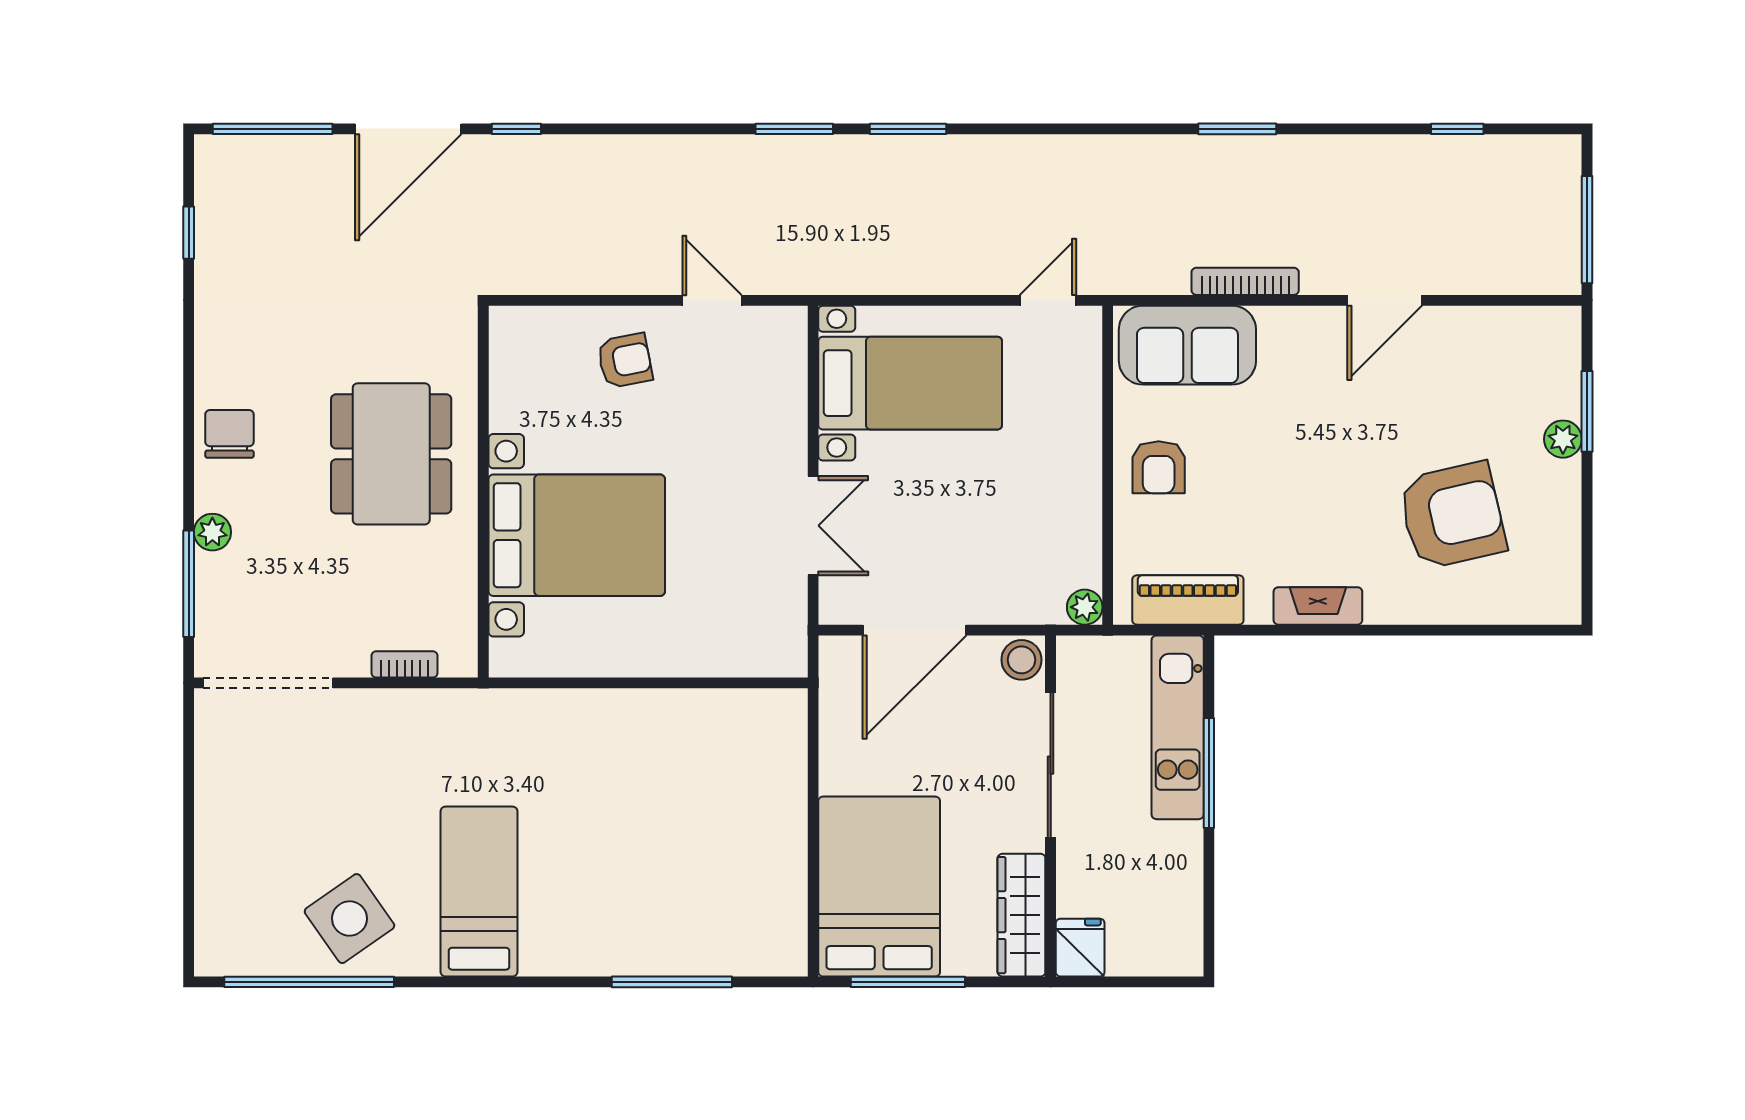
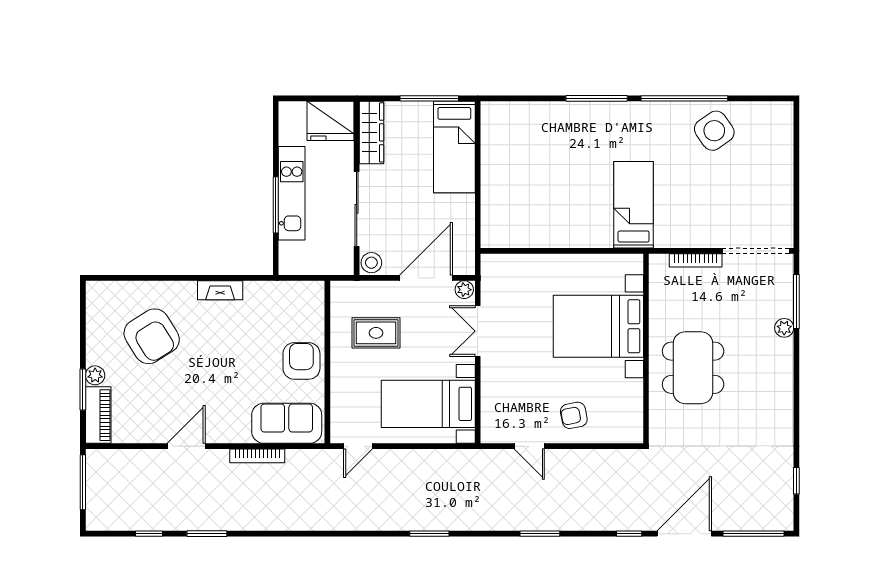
window: (794, 129) -> (540, 534), moved
window: (1237, 129) -> (207, 534), moved
chair: (229, 434) -> (776, 378), removed
armchair: (1159, 467) -> (301, 361), width x1.38, depth x1.38
armchair: (1452, 516) -> (152, 336), turned -109
rug: (1012, 522) -> (376, 333), added
piano: (1188, 600) -> (98, 415), moved, turned -90
plant: (1085, 607) -> (464, 290), moved
bookcase: (405, 664) -> (696, 260), width x1.56
kitchen unit: (1178, 727) -> (292, 193), moved
bed: (879, 887) -> (454, 147), width x0.67
bed: (479, 892) -> (634, 205), moved, turned 180
fridge: (1080, 948) -> (330, 121), width x1.88, depth x1.34
window: (309, 982) -> (684, 98), moved
window: (672, 982) -> (597, 98), moved

